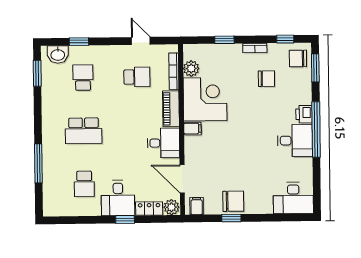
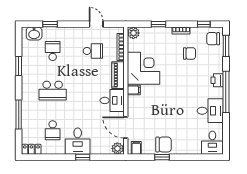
plant: (191, 69) -> (133, 33), moved
window: (37, 73) -> (19, 66), moved
desk: (295, 140) -> (210, 111), moved
desk: (293, 198) -> (212, 143), width x0.73
locker: (149, 209) -> (31, 149), moved

